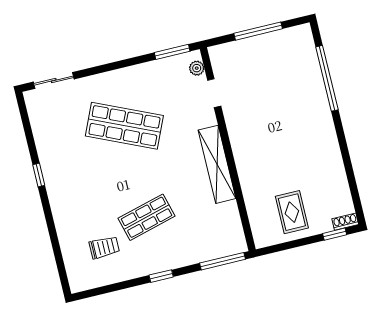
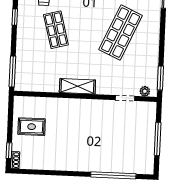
shelving: (217, 164) -> (77, 86), width x0.68
window: (161, 276) -> (15, 17), moved

